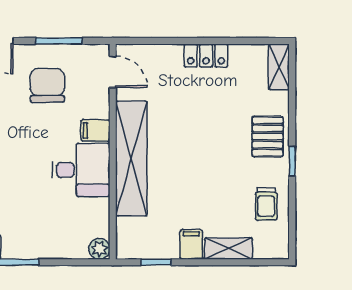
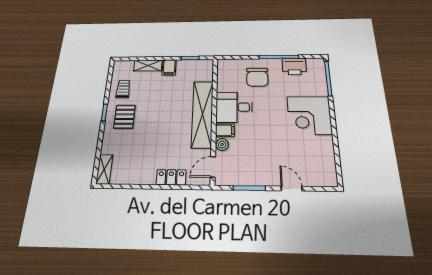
locker: (206, 56) -> (171, 177), moved
door: (113, 72) -> (213, 167), hinge flipped
chair: (47, 85) -> (257, 77), moved
pallet: (268, 136) -> (124, 117), moved
plant: (99, 249) -> (222, 145), moved

